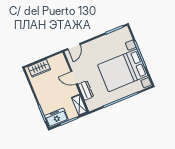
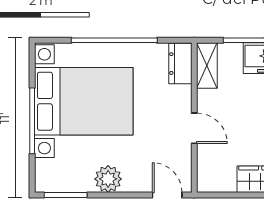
plant: (100, 43) -> (108, 179), added
door: (74, 47) -> (167, 195), hinge flipped
dresser: (86, 90) -> (180, 64), moved

